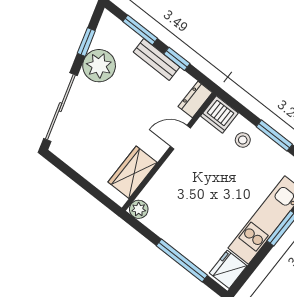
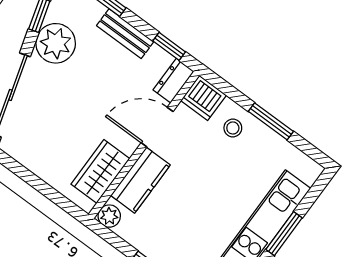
window: (177, 59) -> (169, 46), moved
door: (180, 137) -> (157, 127), width x1.38
kitchen counter: (165, 181) -> (140, 180), added

